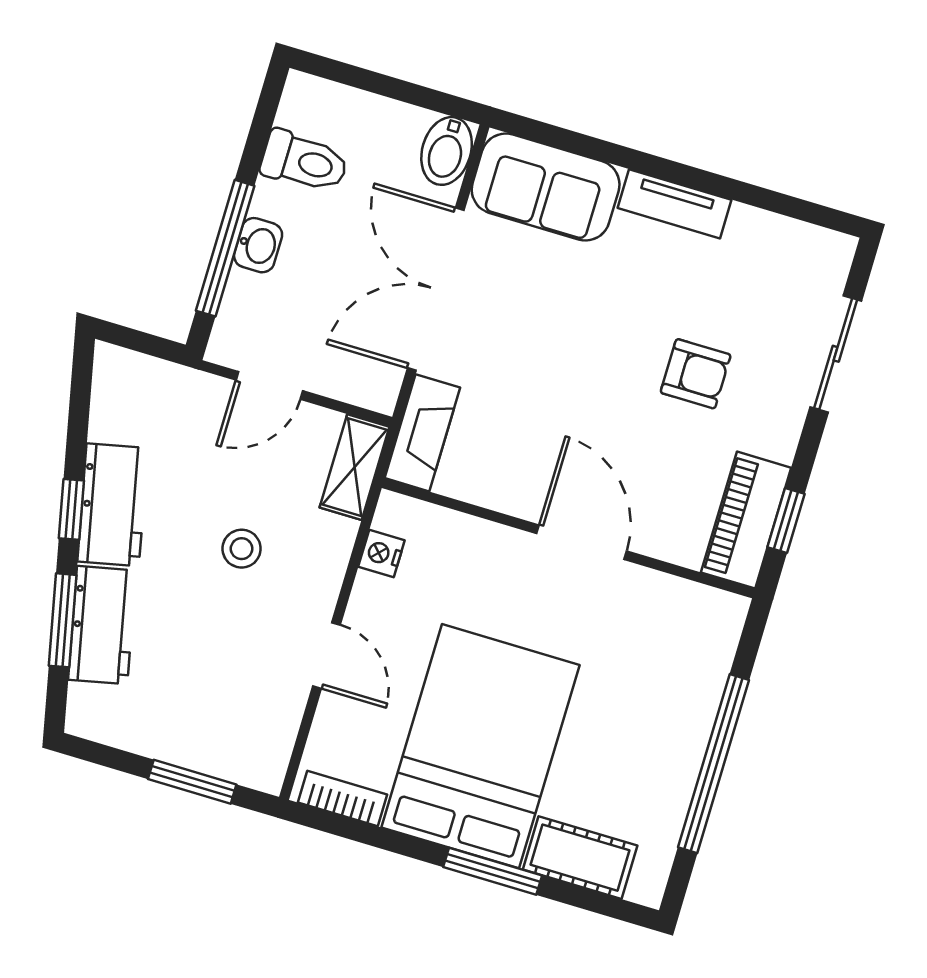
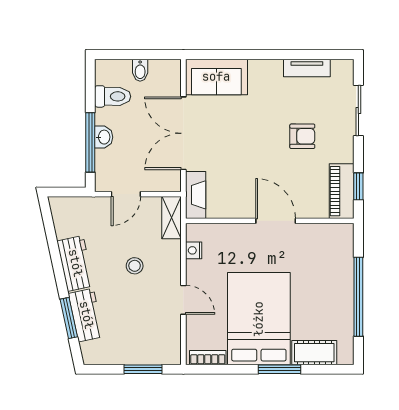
bidet: (447, 151) -> (140, 70), moved, width x0.72, depth x0.74
tv unit: (675, 204) -> (307, 68), moved
window: (71, 509) -> (59, 271), removed

